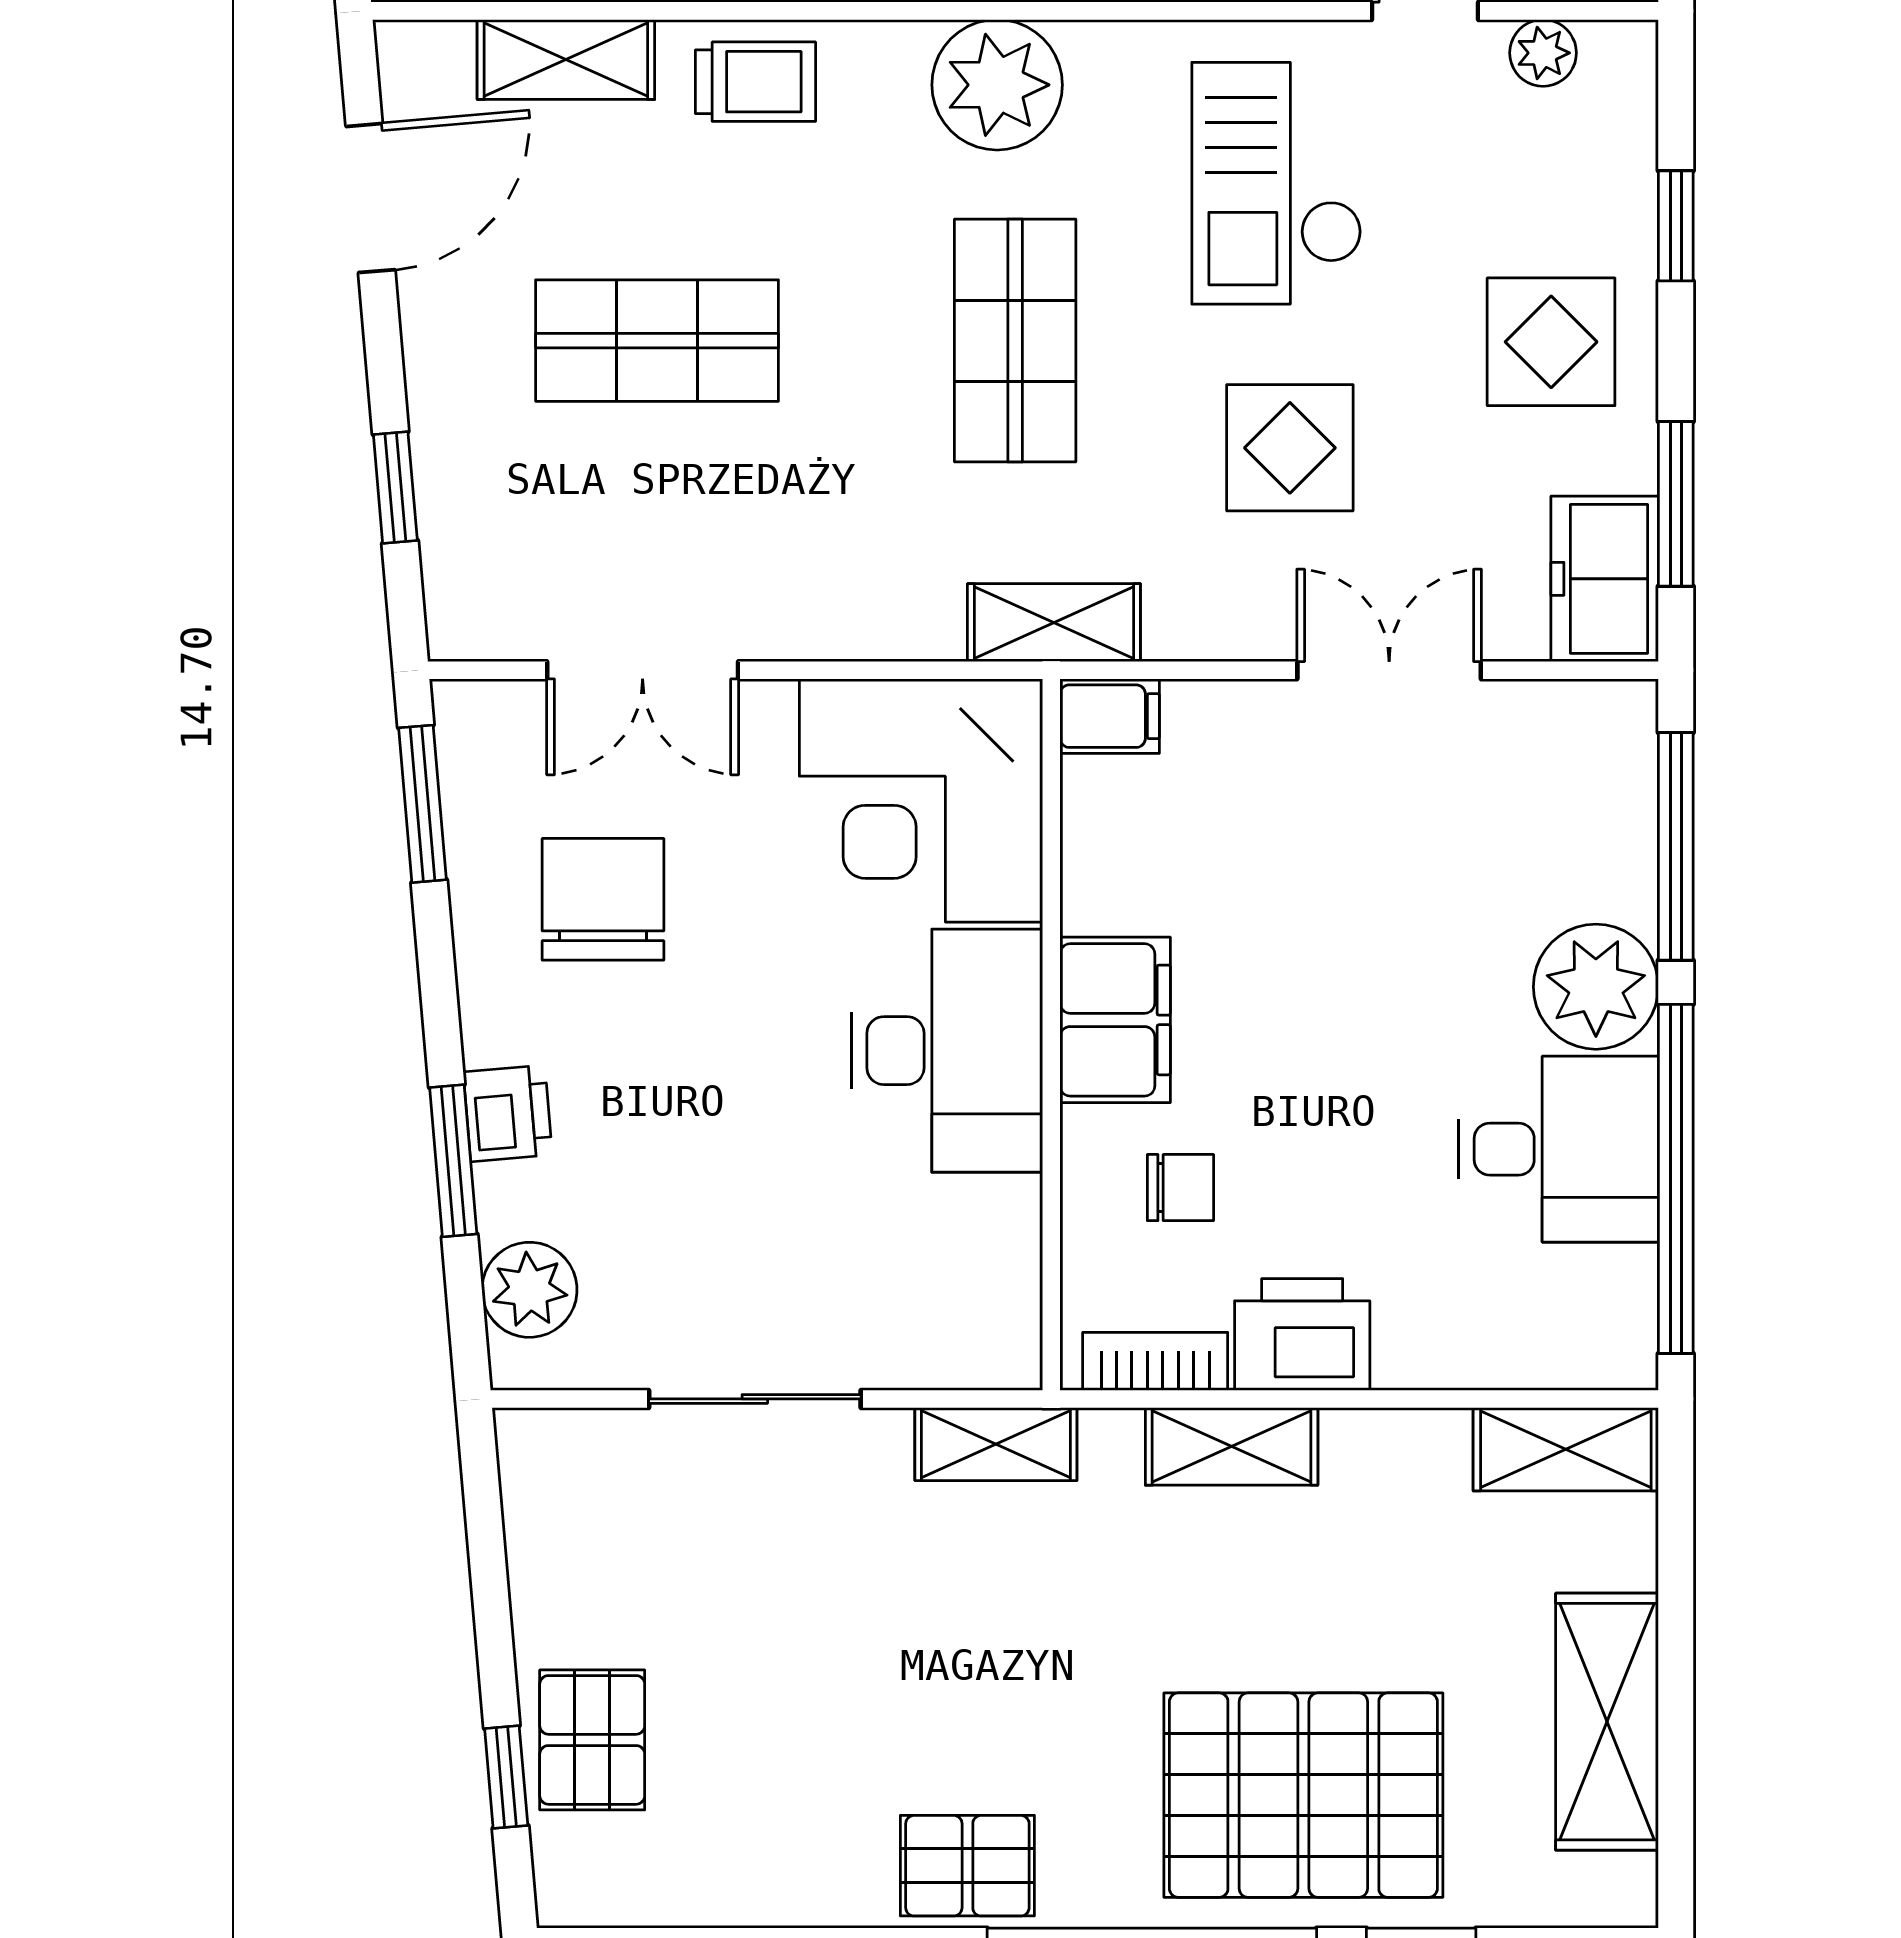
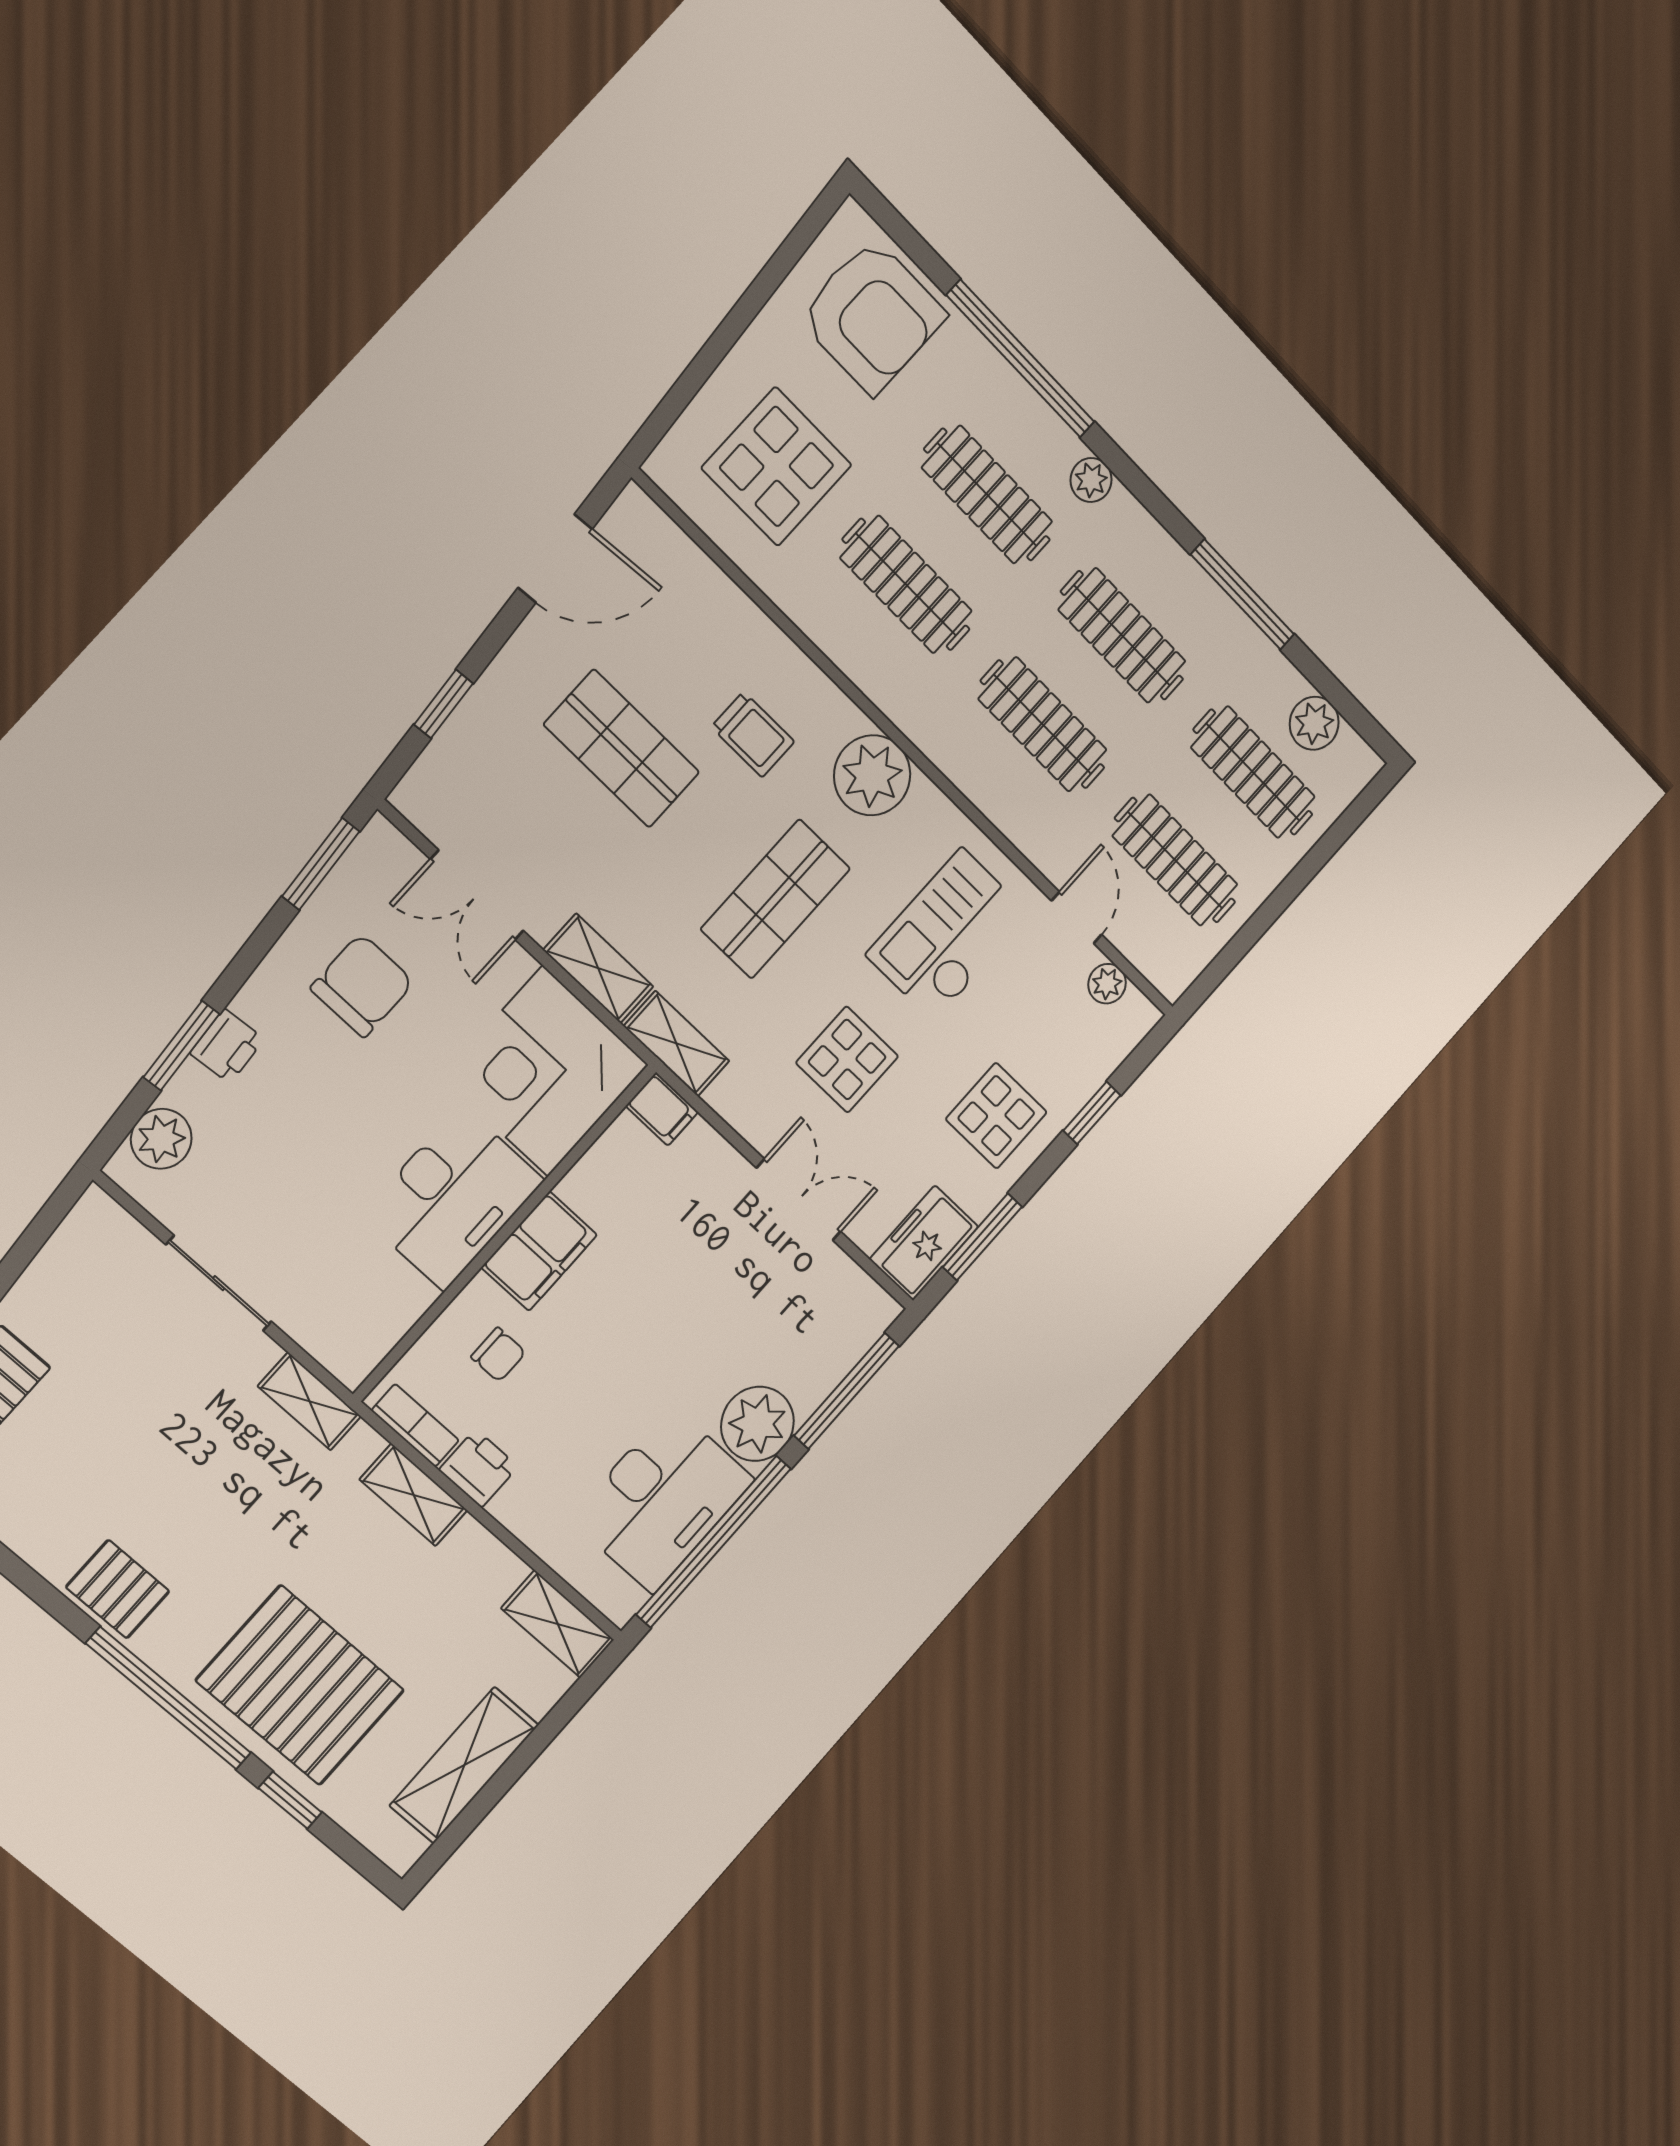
shelving: (566, 60) -> (598, 968), moved
trolley: (755, 82) -> (753, 734), moved
desk: (1558, 1149) -> (662, 1499), width x1.37
printer: (1302, 1334) -> (479, 1468), width x0.73, depth x0.81

